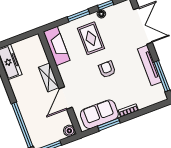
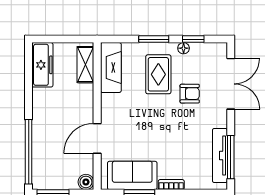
tv unit: (149, 65) -> (220, 155), moved
armchair: (107, 69) -> (190, 94), moved, turned 90
shelving: (49, 77) -> (85, 65), moved

